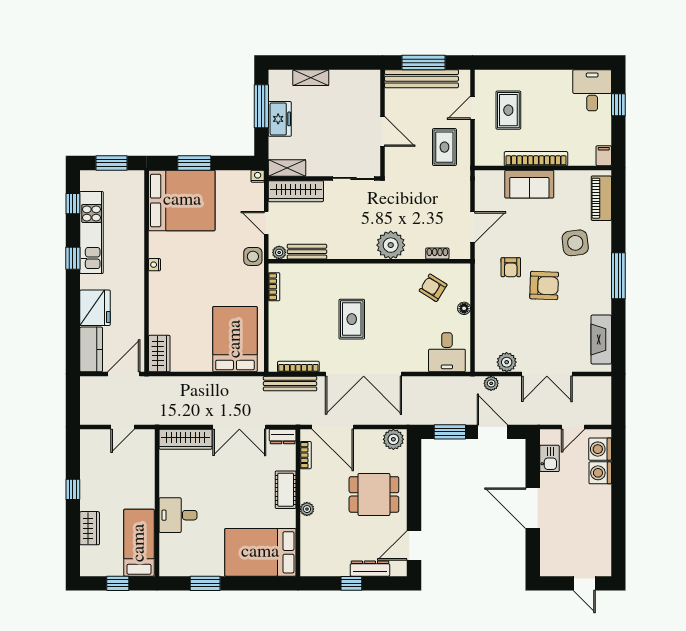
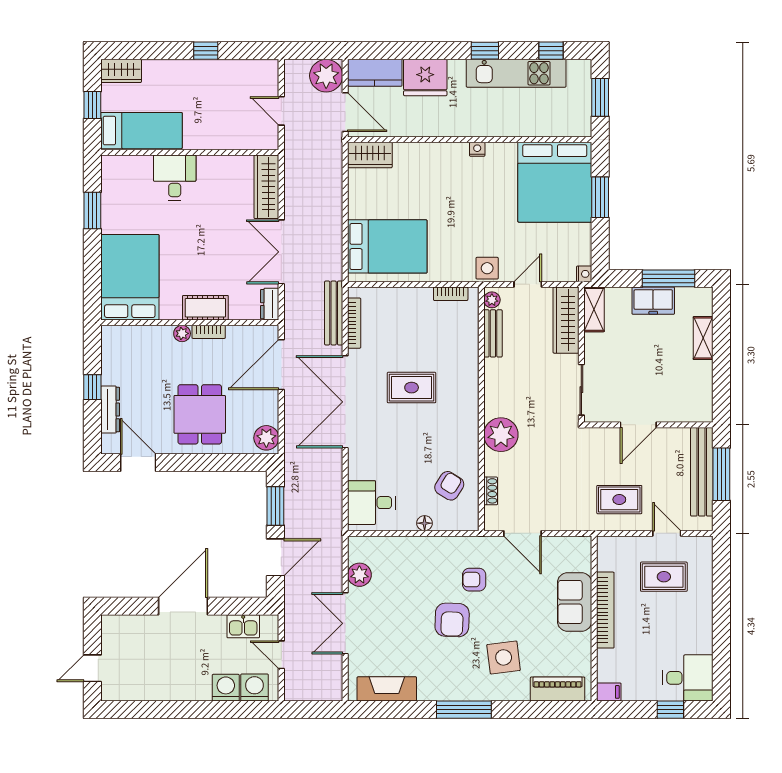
plant: (491, 383) -> (326, 76), moved, width x1.88, depth x1.88
bookcase: (306, 455) -> (209, 332), moved
wardrobe: (90, 528) -> (121, 71), moved

